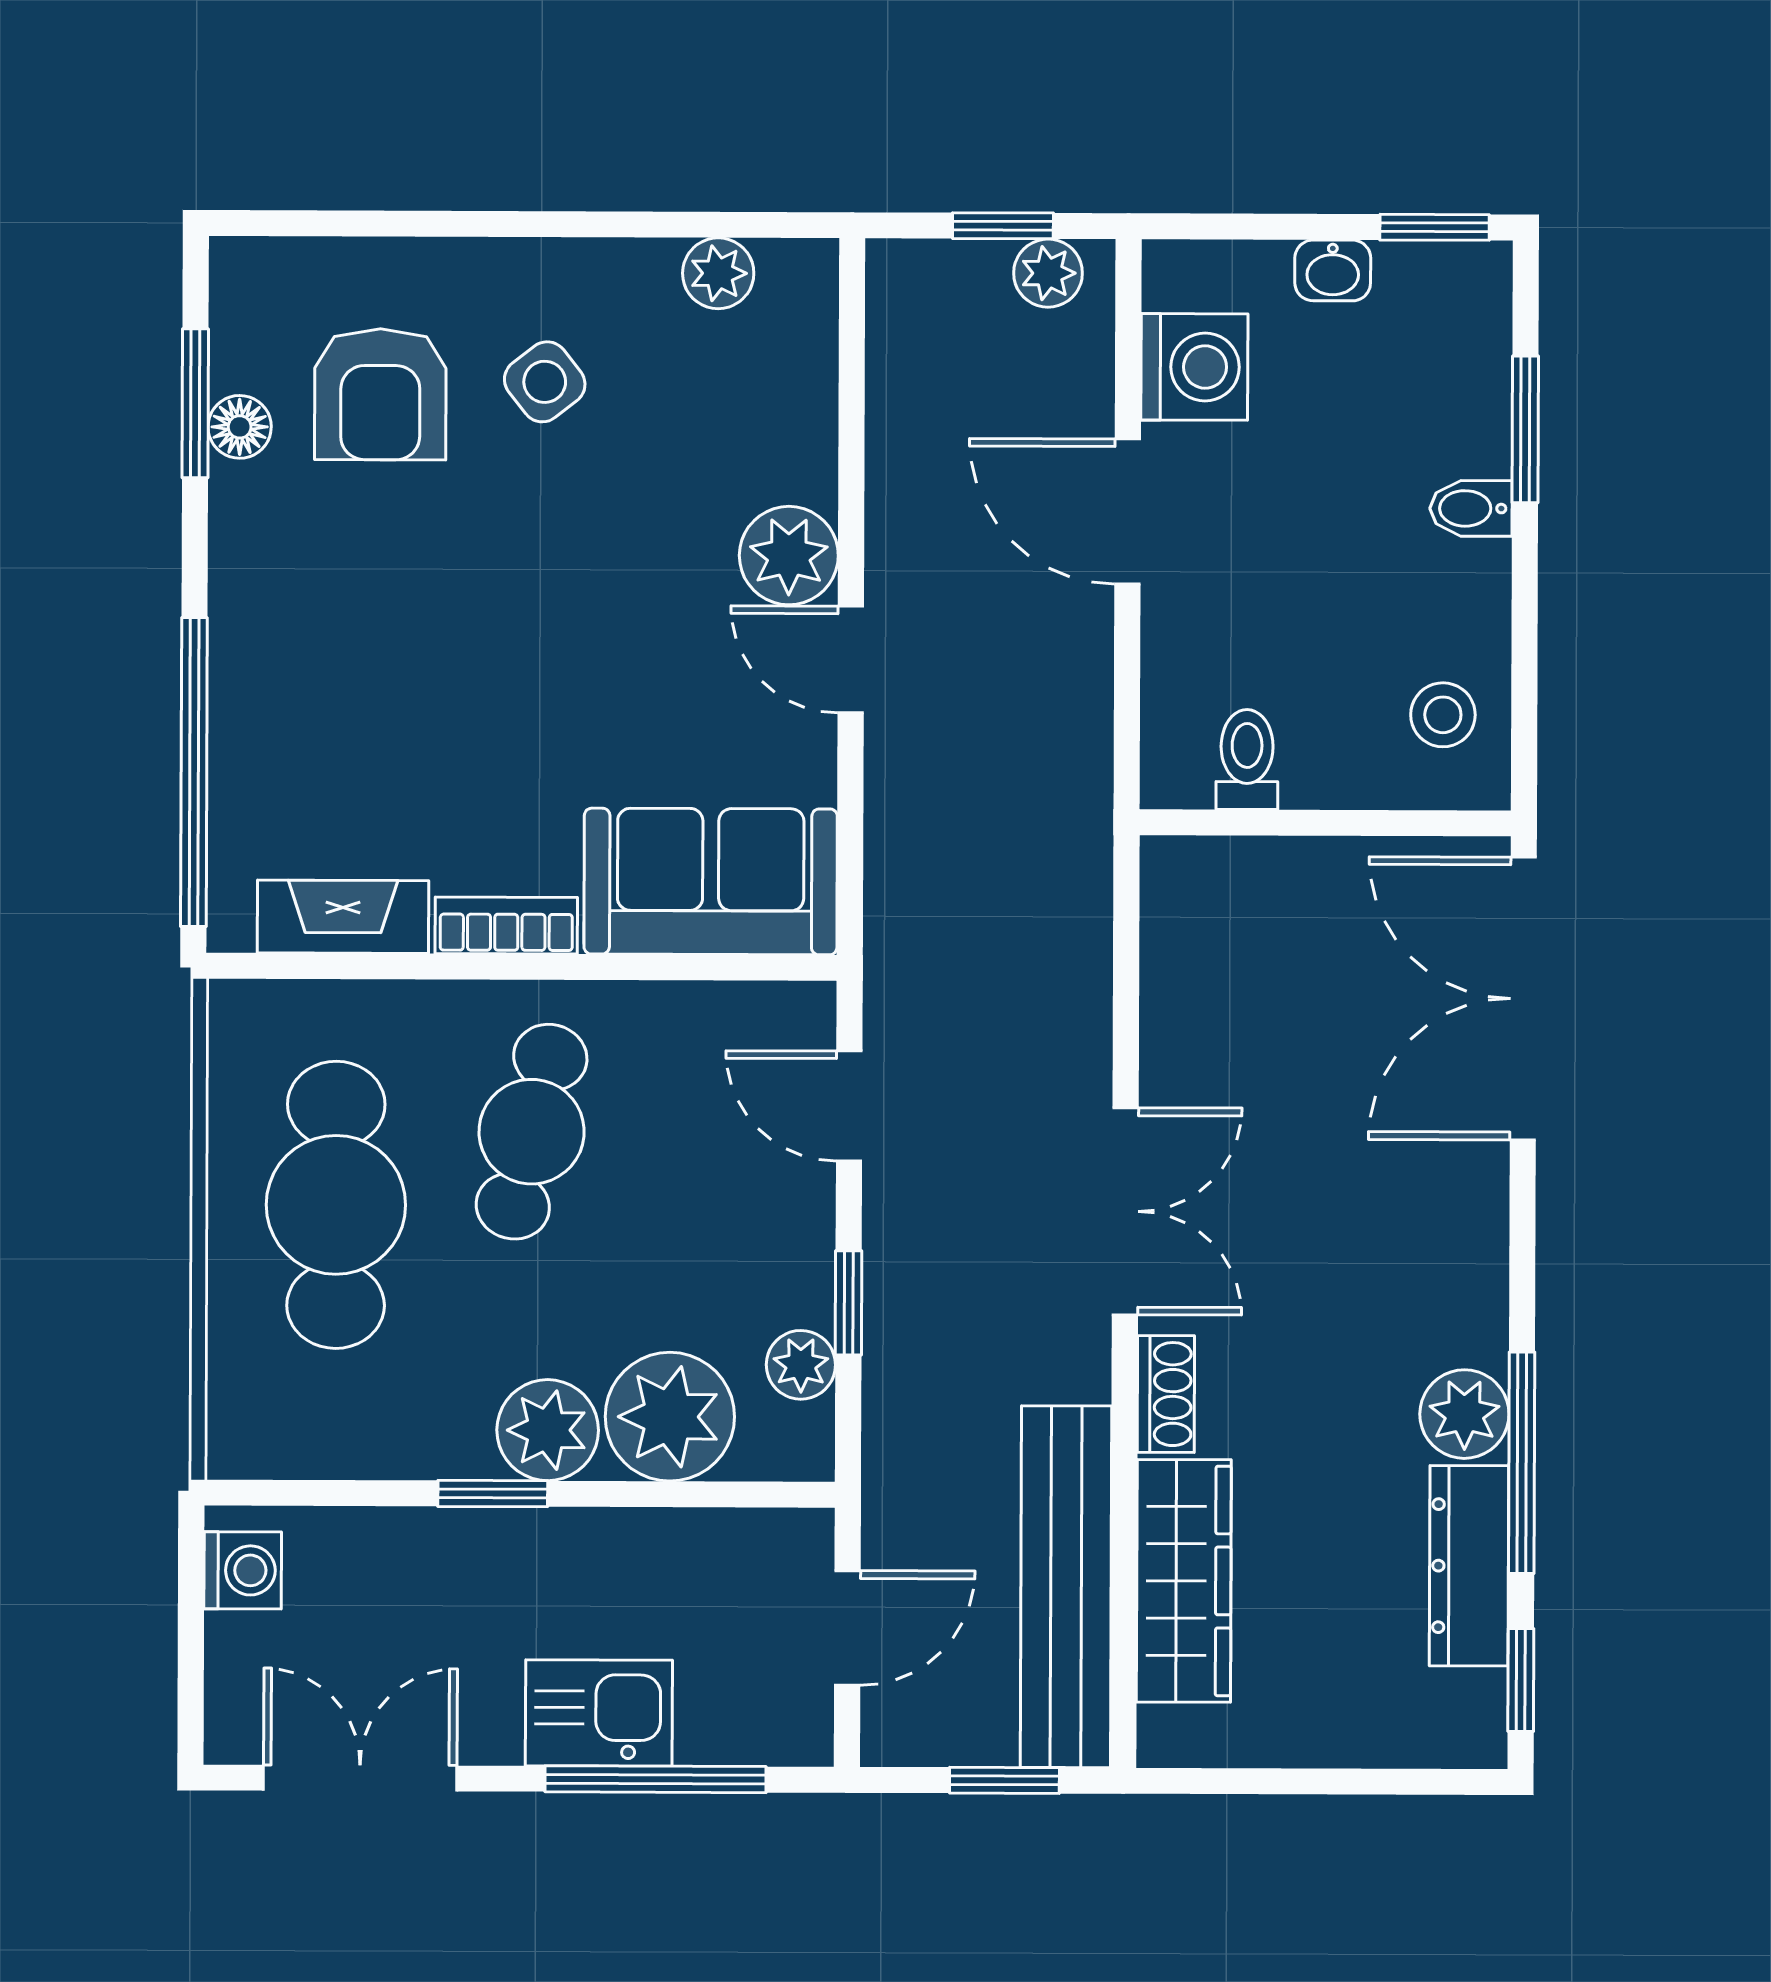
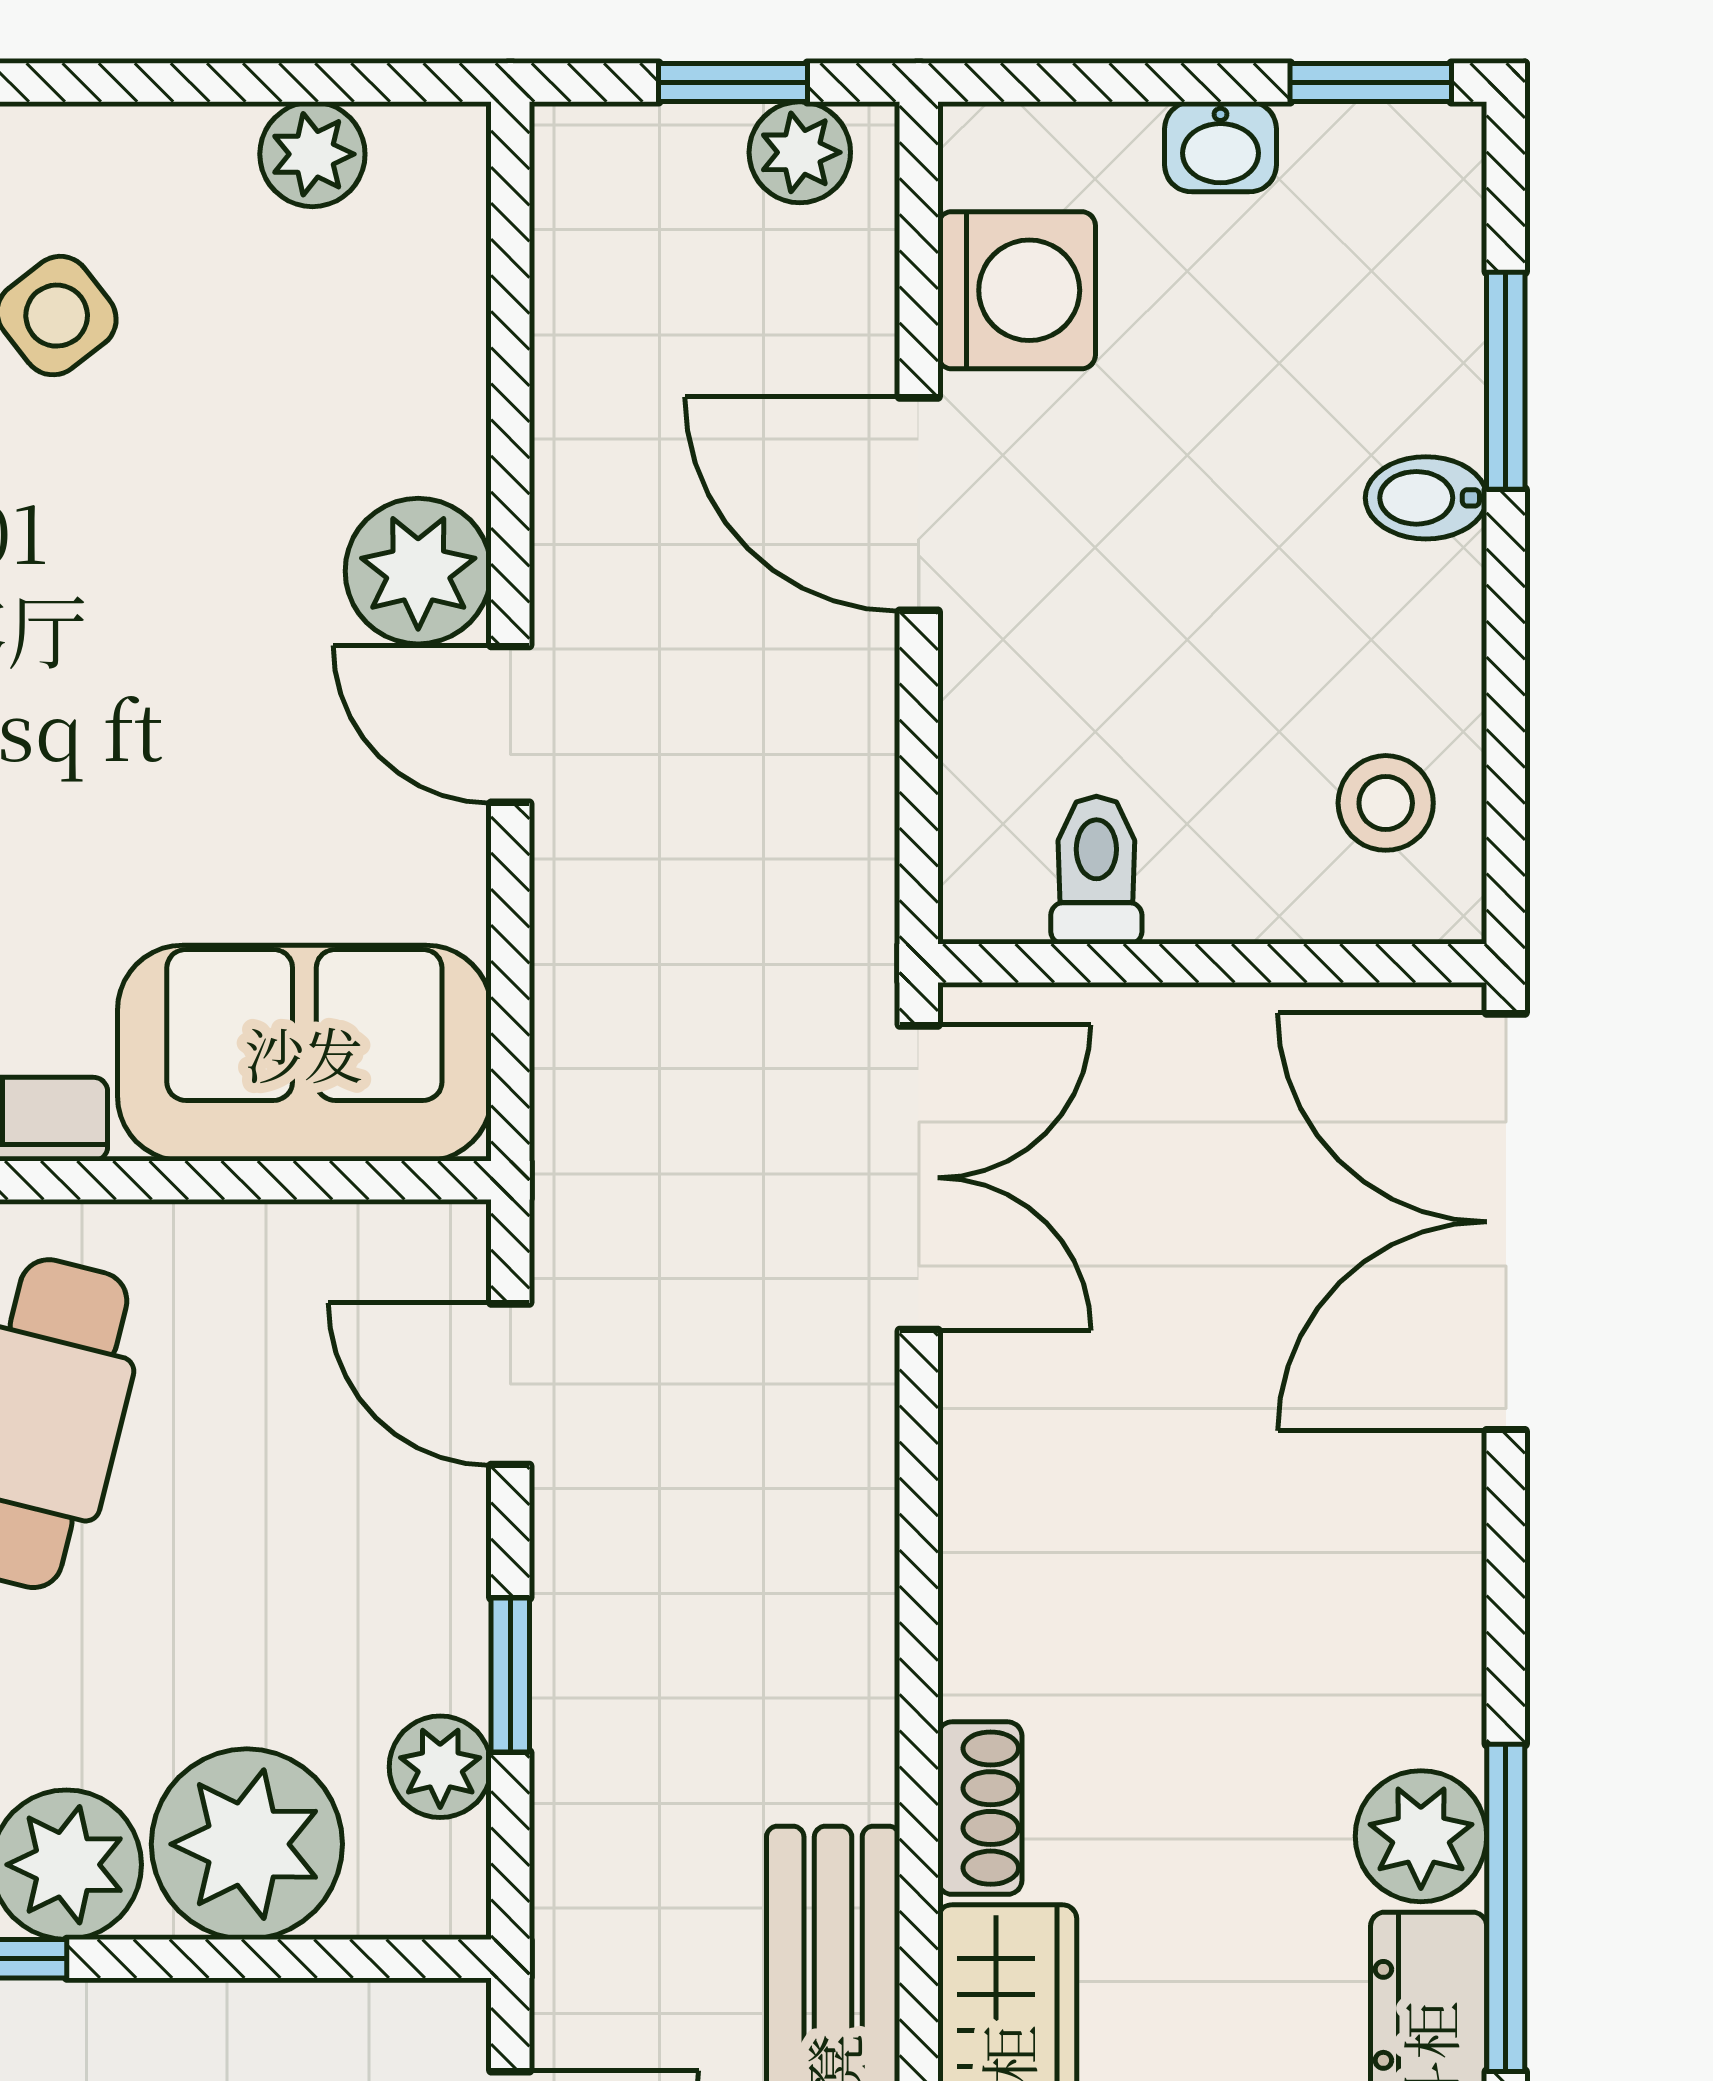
double door: (1125, 1211) -> (919, 1178), moved

